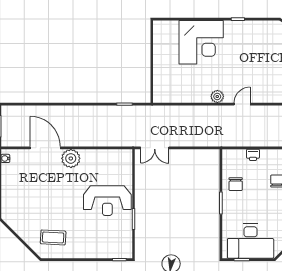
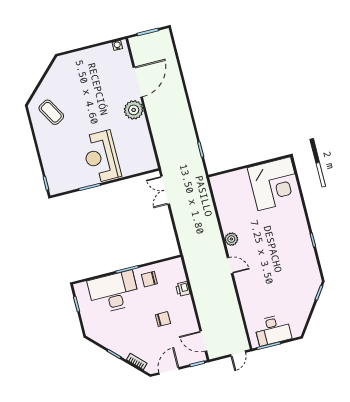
corner desk: (201, 42) -> (274, 184), moved, turned -90
coffee table: (53, 237) -> (51, 112), turned -33
desk: (251, 241) -> (114, 292), moved, turned 90

